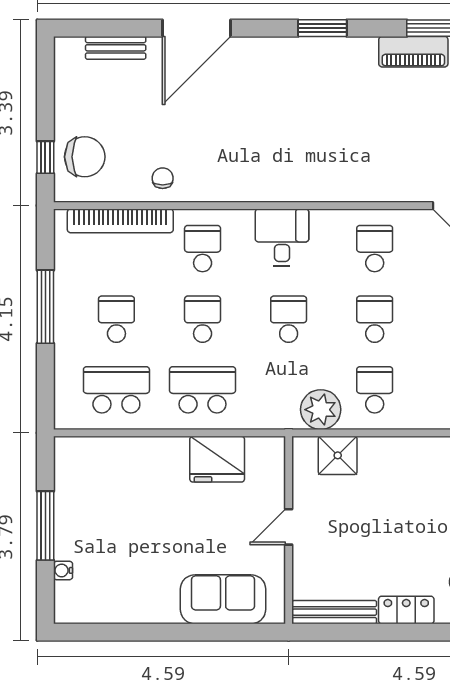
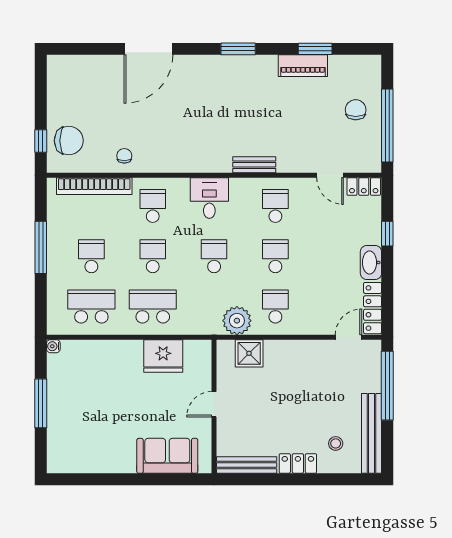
bench: (116, 48) -> (254, 165), moved
water cooler: (63, 570) -> (53, 346), moved

